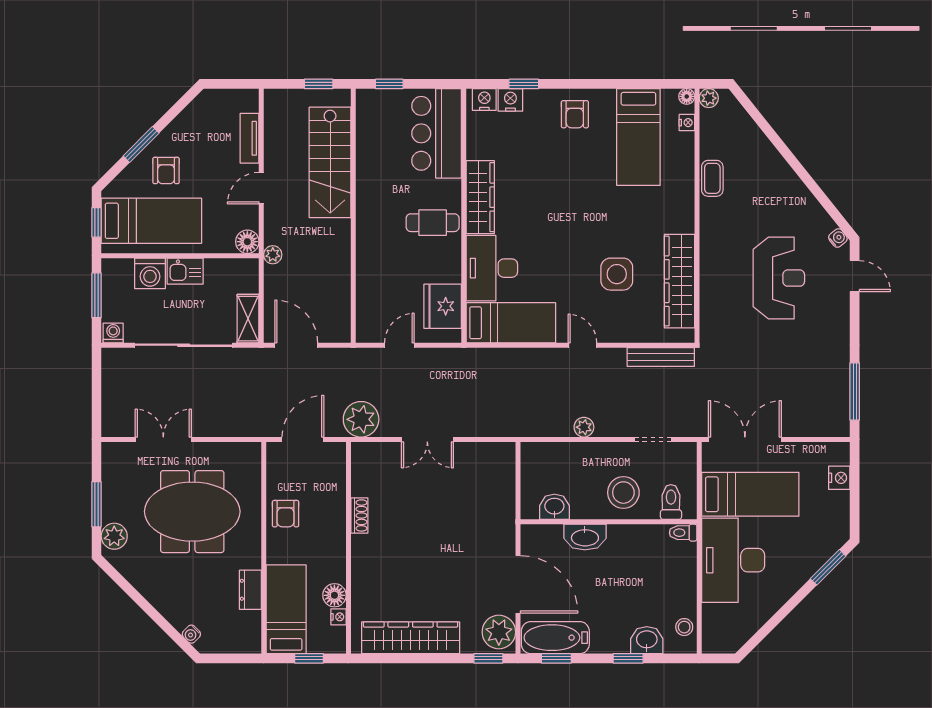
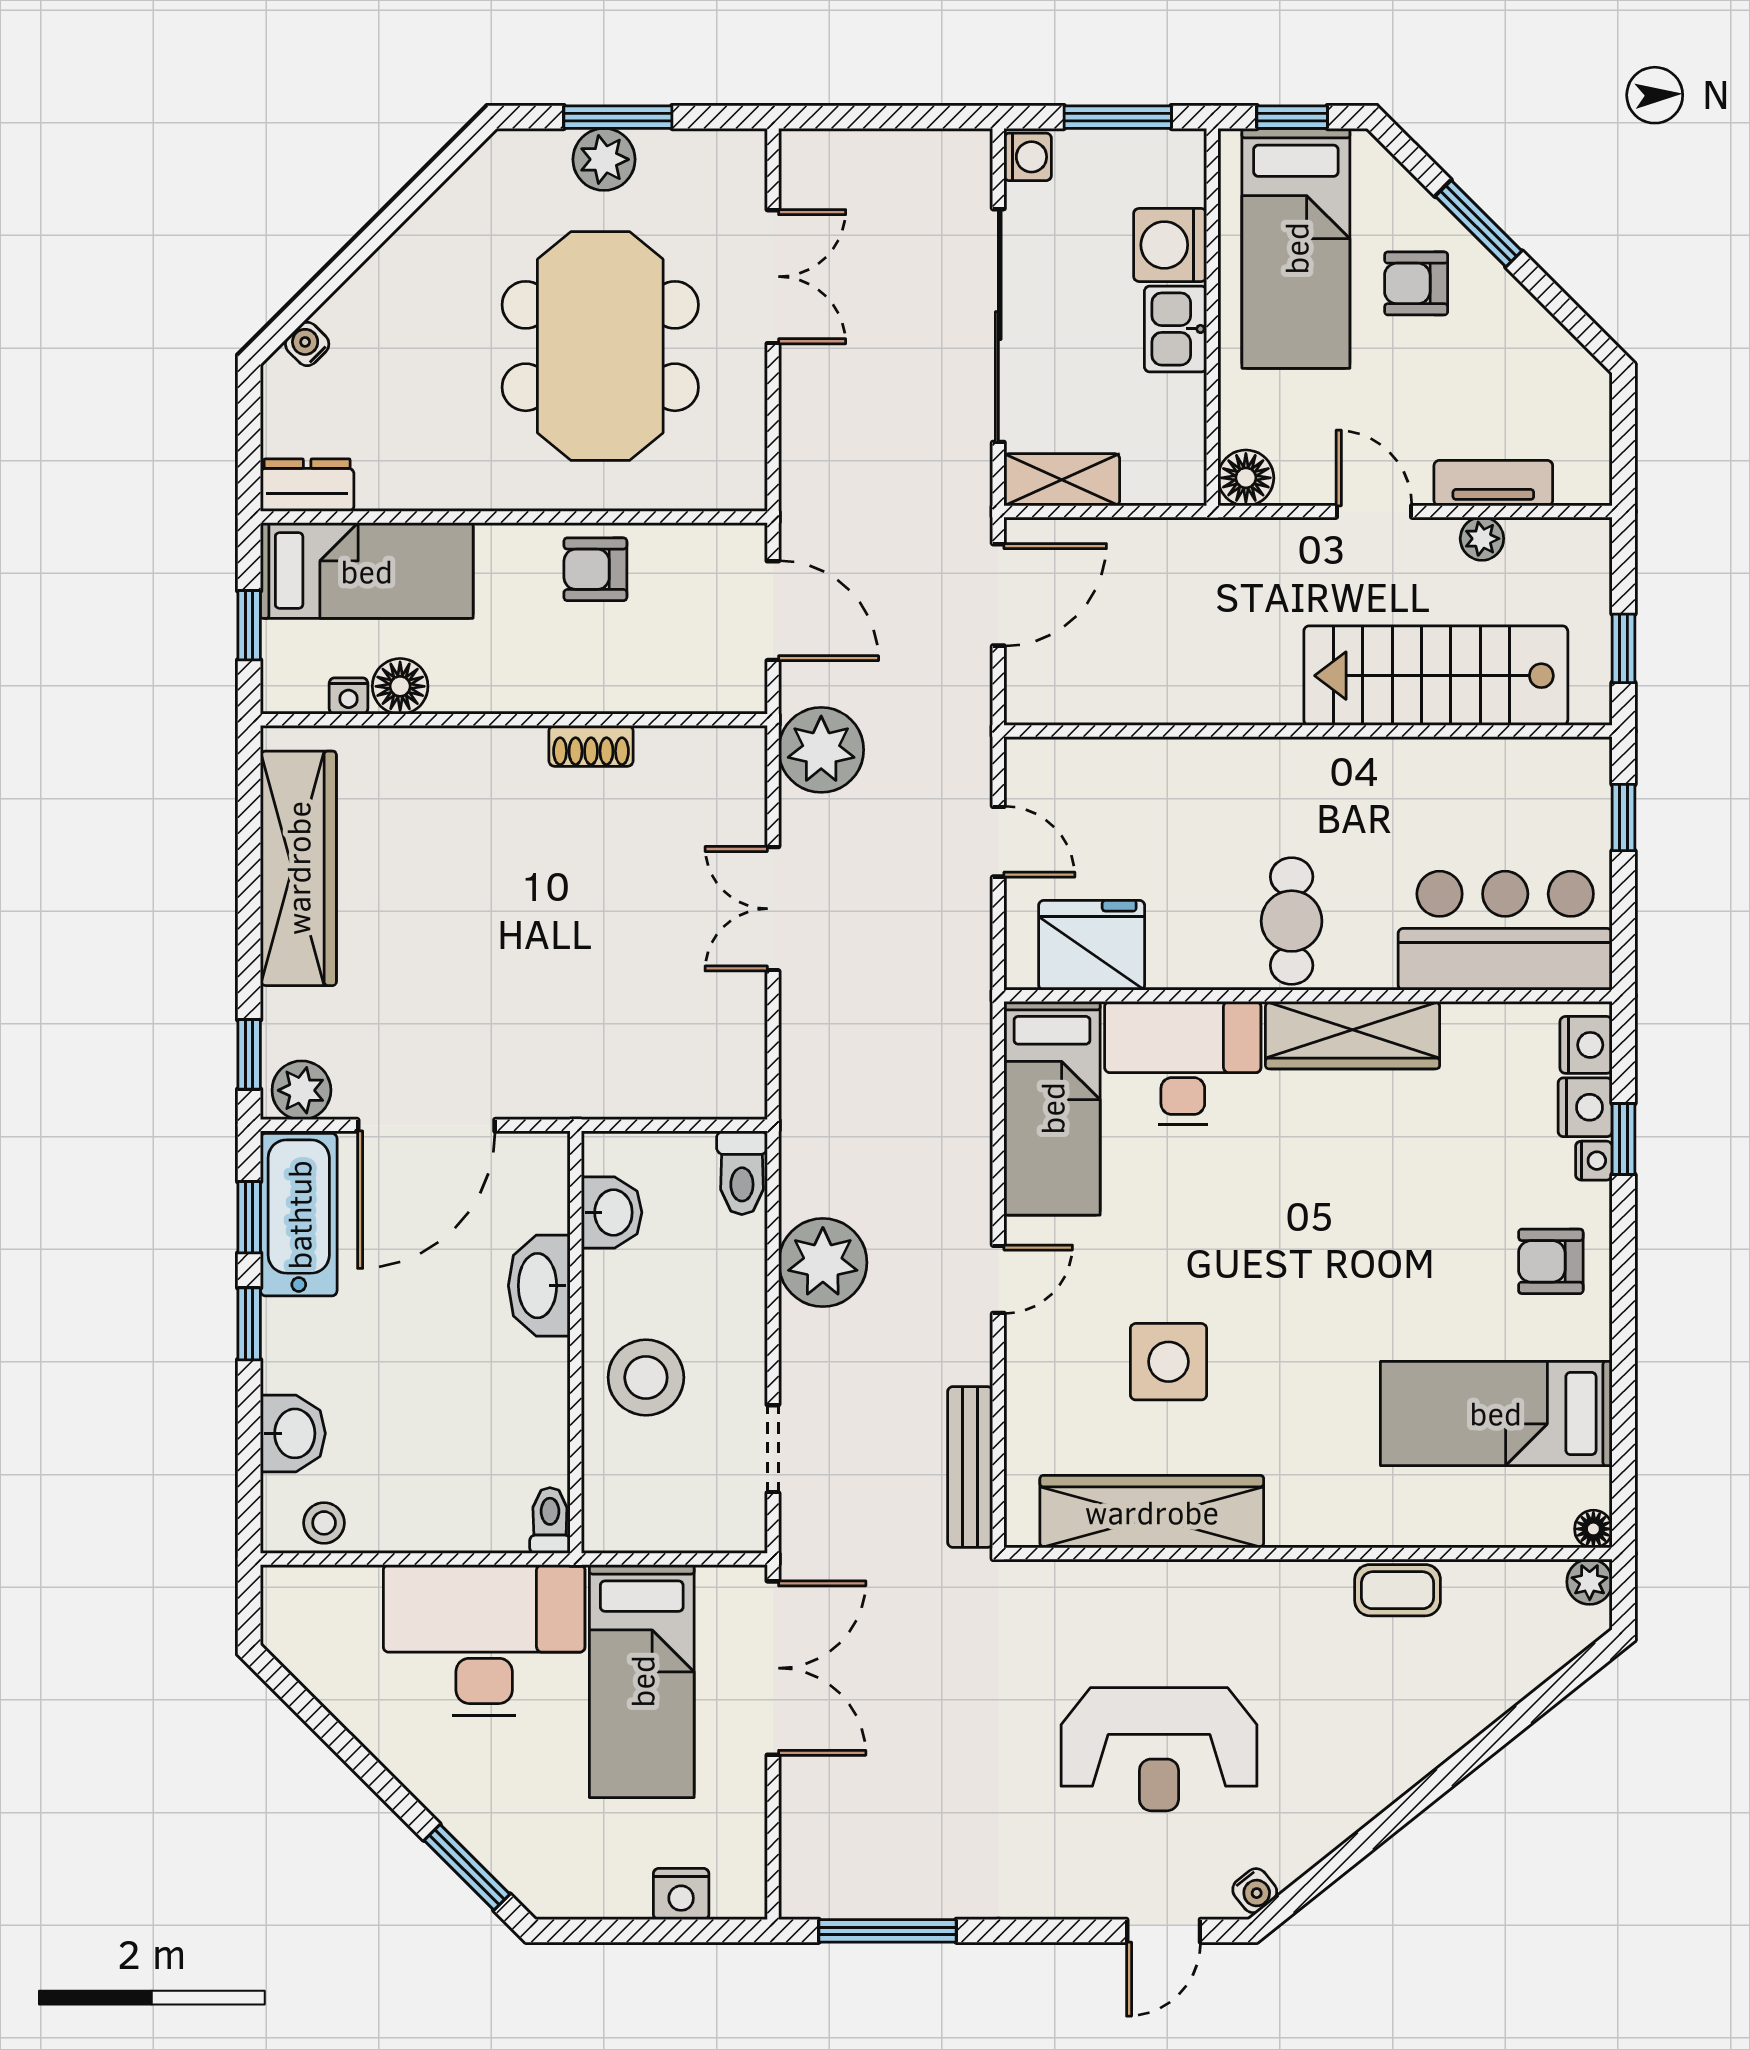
nightstand: (687, 123) -> (1594, 1161), moved, turned -90
plant: (273, 255) -> (1482, 539), moved
plant: (584, 427) -> (823, 1263), width x1.87, depth x1.87
toilet: (671, 502) -> (742, 1173), moved, turned 90
plant: (114, 536) -> (604, 159), moved
dresser: (250, 590) -> (307, 485), moved
plant: (499, 632) -> (301, 1090), width x0.73, depth x0.73
window: (628, 658) -> (249, 1324), moved

